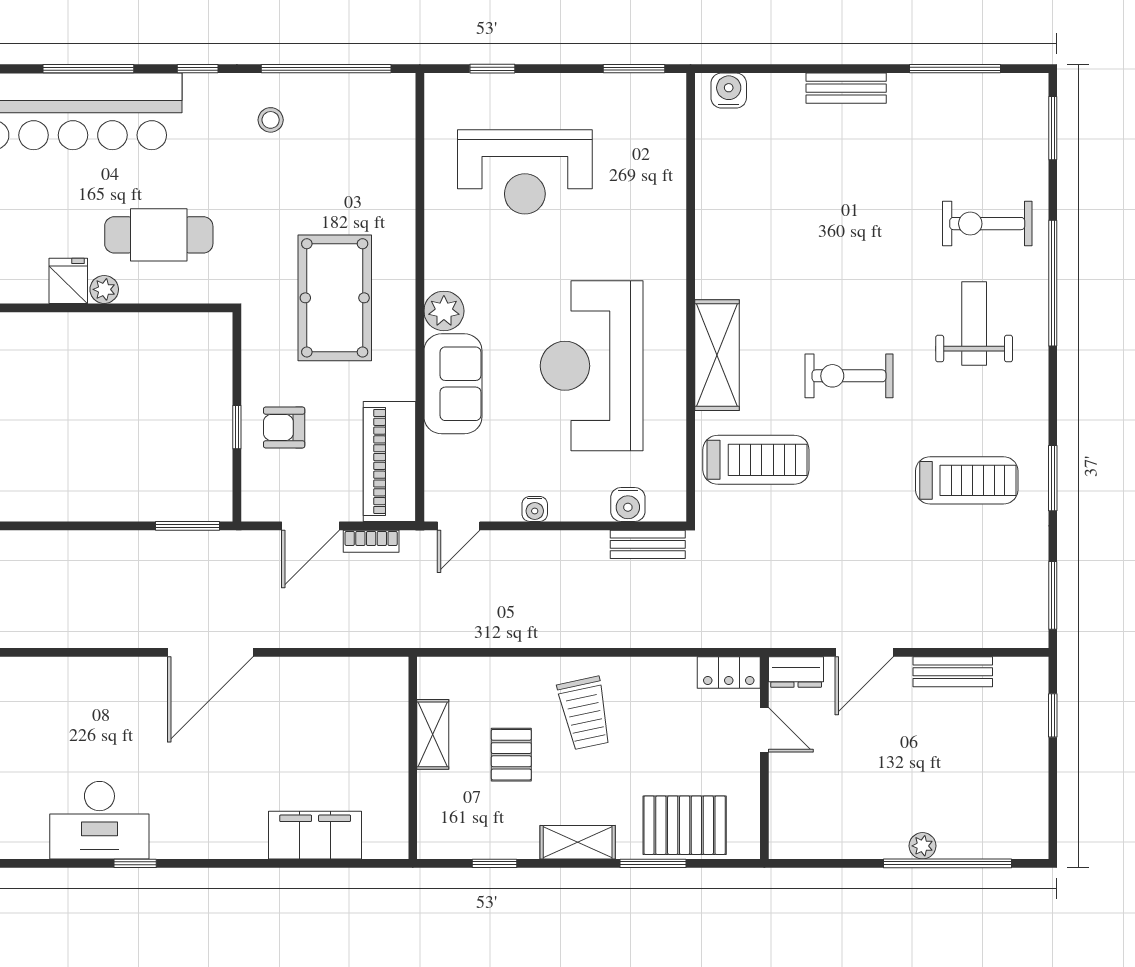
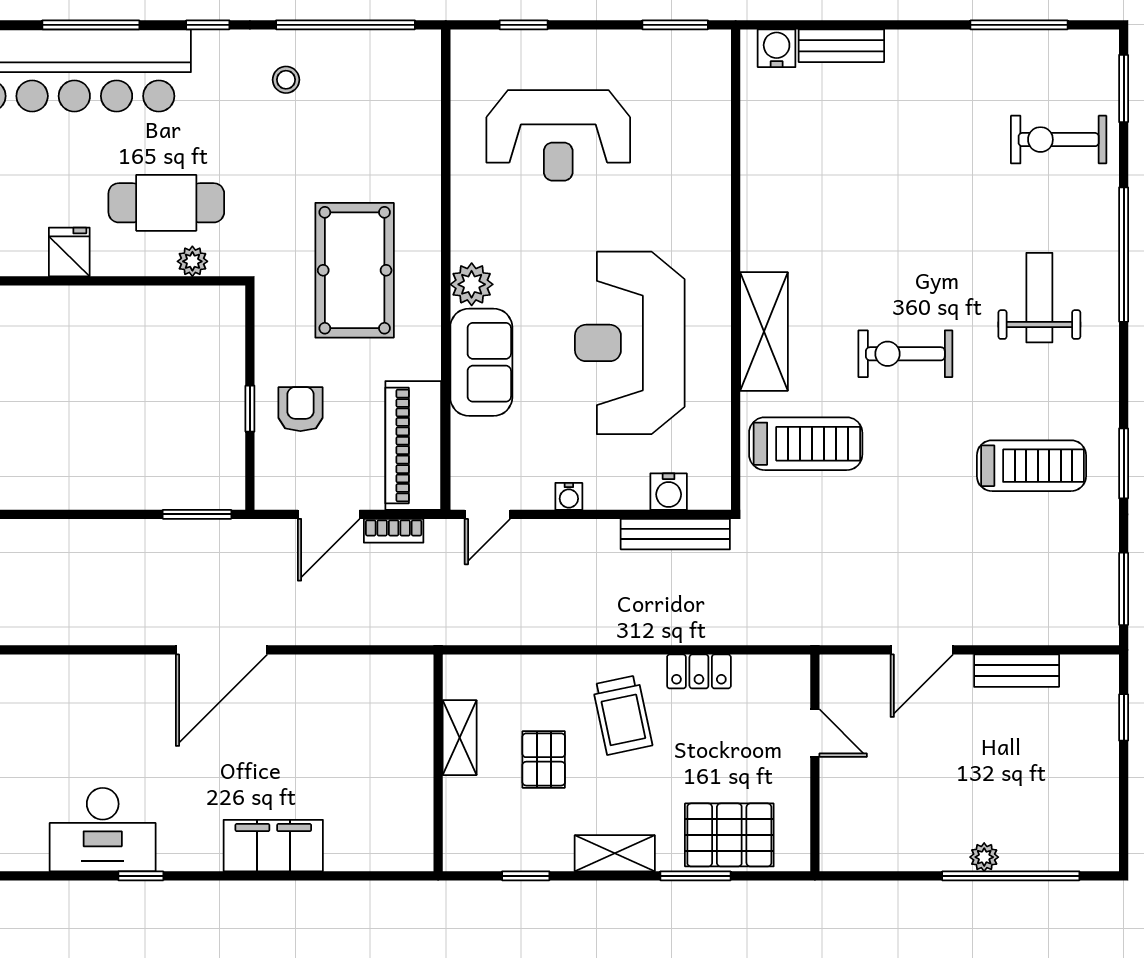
bench: (846, 88) -> (841, 46), moved
exercise bike: (987, 224) -> (1059, 140), moved
plant: (104, 289) -> (192, 261), moved
armchair: (284, 428) -> (300, 409), turned 90
bench: (648, 544) -> (675, 534), width x1.36
locker: (729, 672) -> (699, 671), moved
dresser: (796, 672) -> (849, 671), removed
filing cabinet: (315, 835) -> (273, 846), moved

